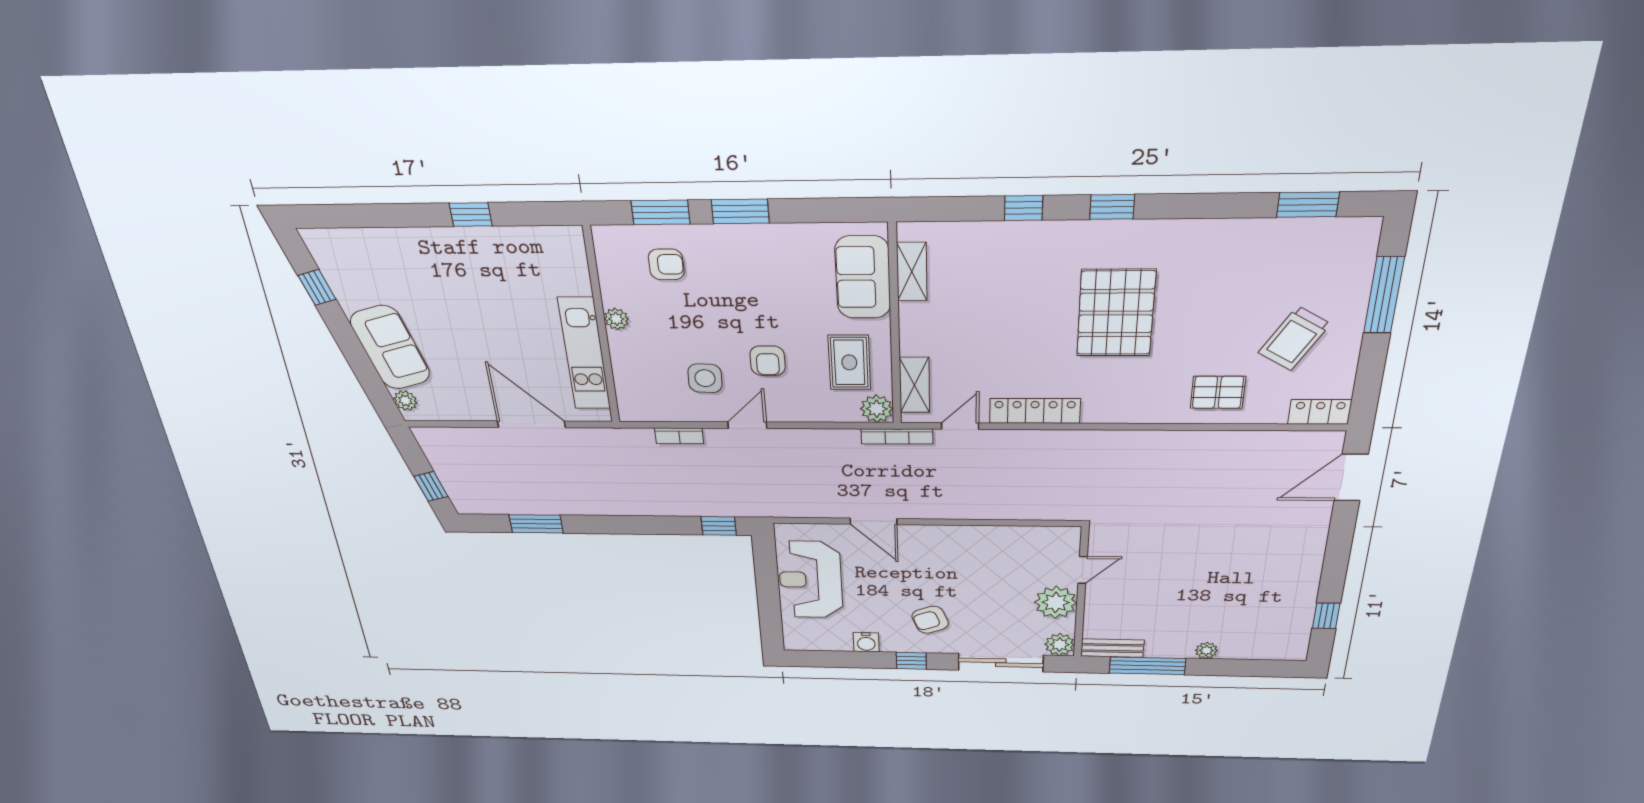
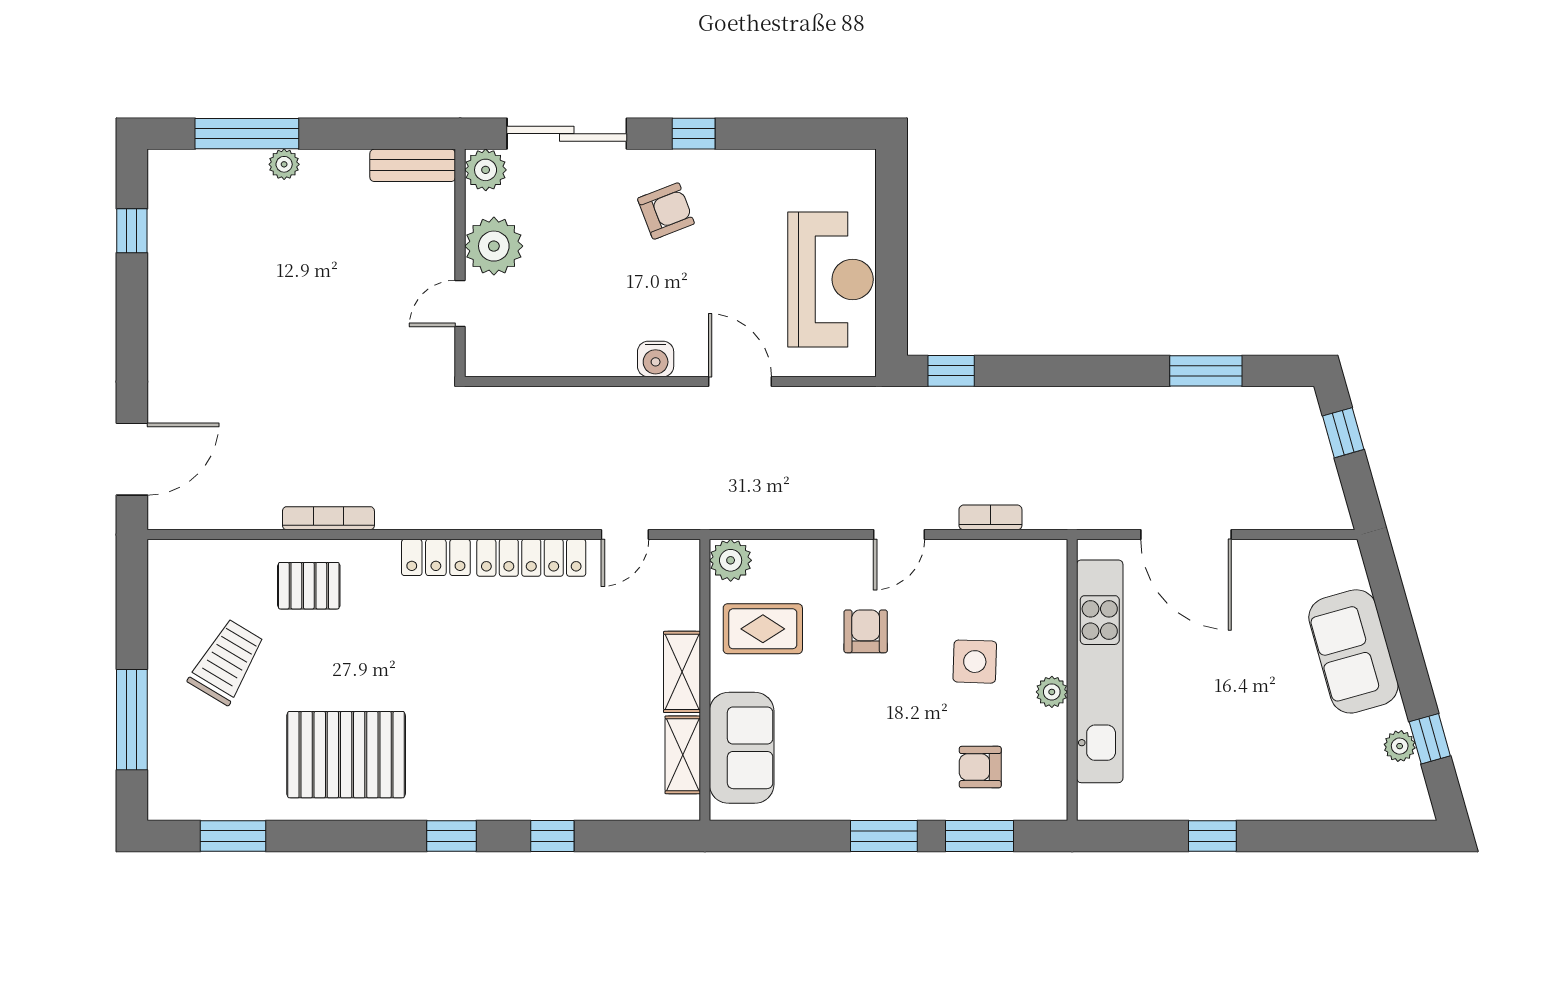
pallet: (1116, 313) -> (346, 755), moved, turned 90
kitchen unit: (584, 354) -> (1100, 671), width x1.36
rug: (849, 362) -> (763, 629), turned 90
side table: (705, 378) -> (975, 662), moved
shelving: (914, 385) -> (682, 672), moved
plant: (405, 401) -> (1400, 746), moved
locker: (1320, 412) -> (436, 557), moved
bookcase: (897, 436) -> (328, 518), moved
water cooler: (866, 642) -> (656, 359), moved, turned 180
window: (1147, 666) -> (247, 134), moved

